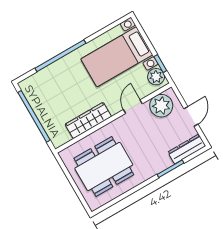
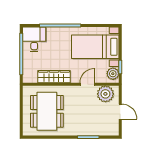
desk: (39, 90) -> (34, 39), added
door: (191, 116) -> (120, 112), hinge flipped
dresser: (187, 149) -> (106, 131), removed
dining table: (104, 167) -> (47, 111), turned 90

